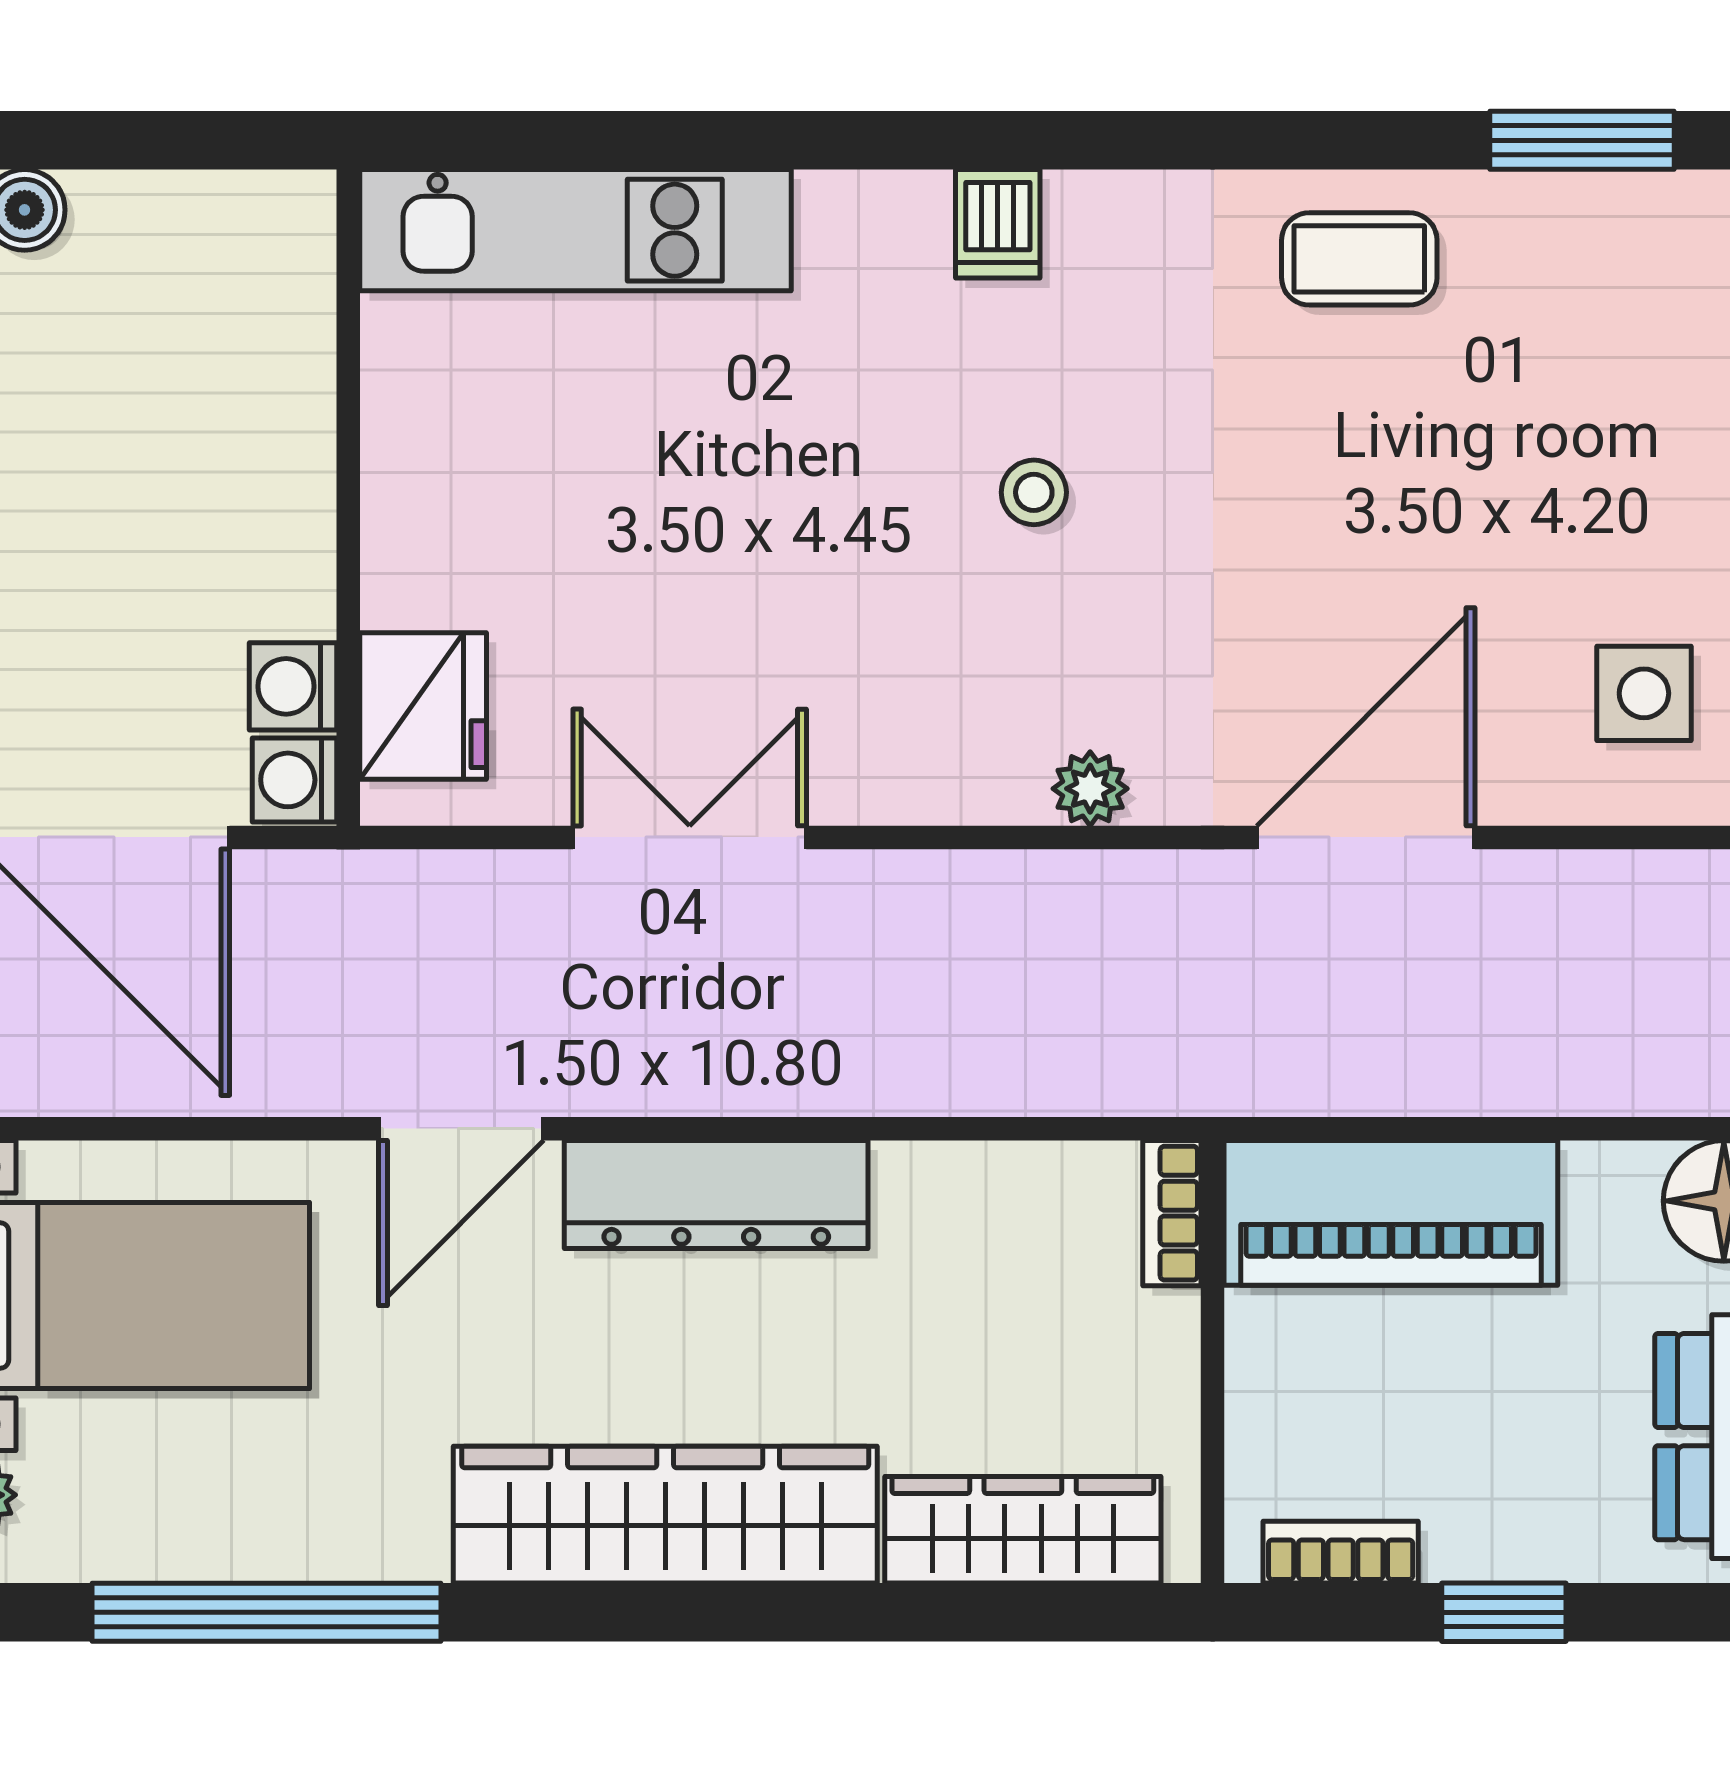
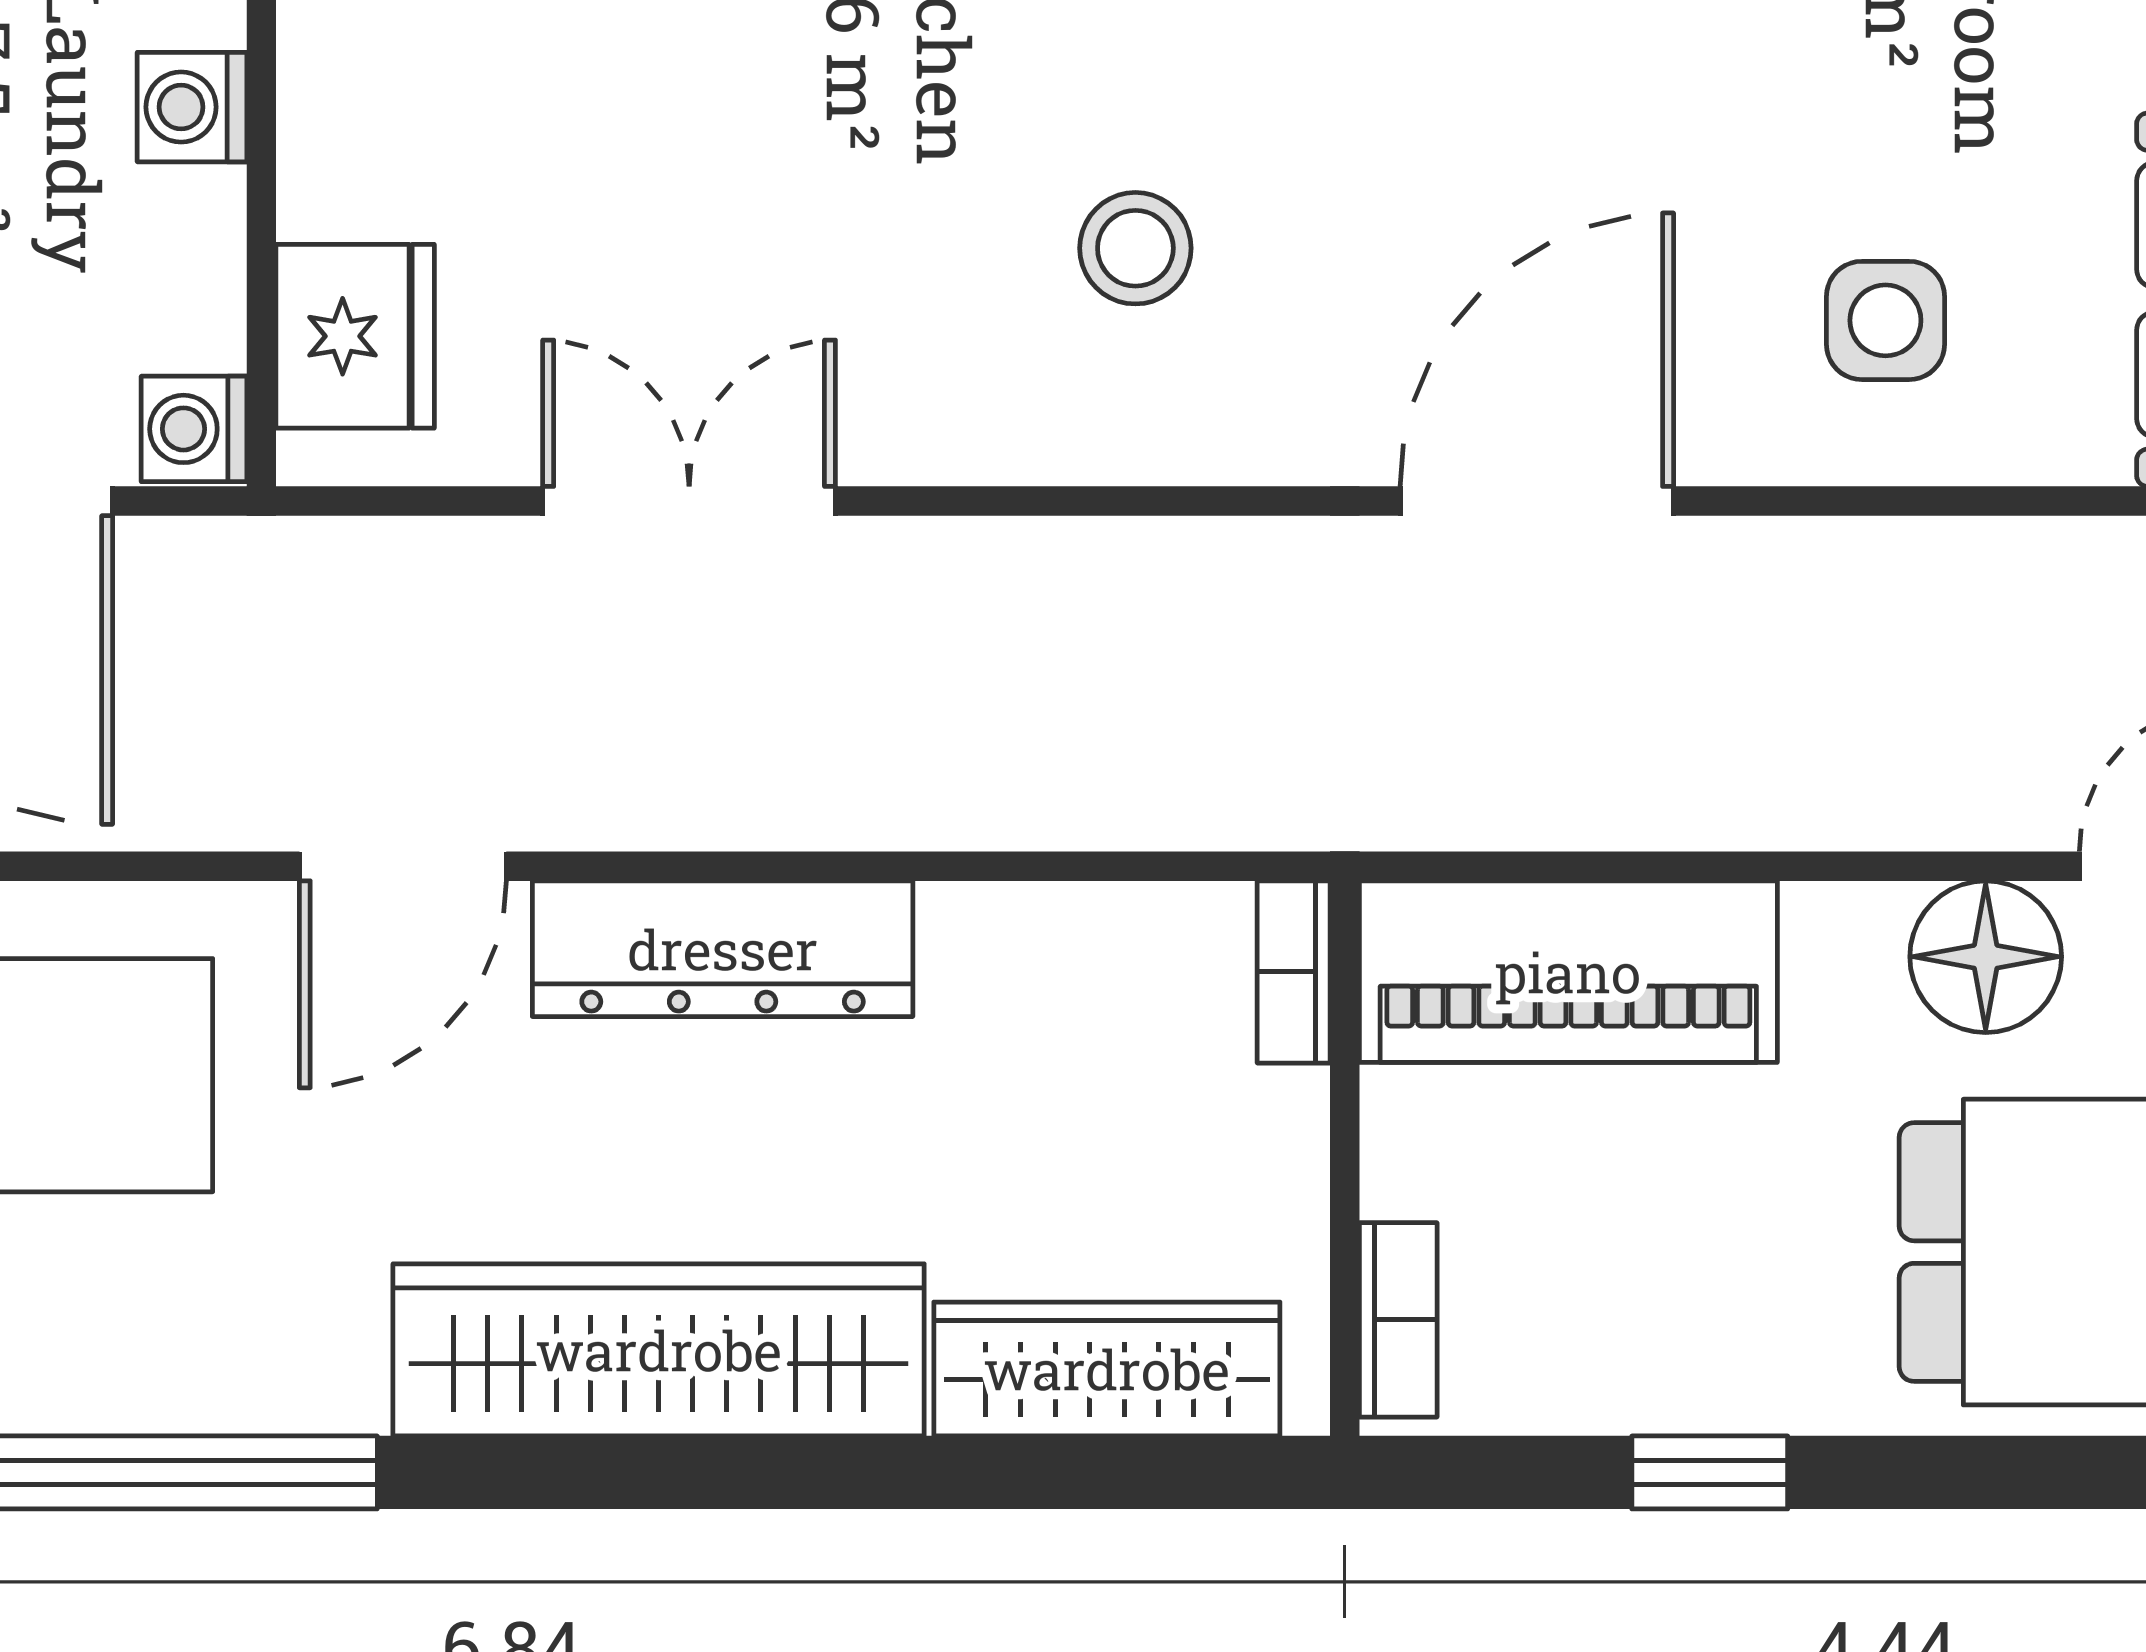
stool: (1034, 492) -> (1135, 248), moved, width x1.37, depth x1.37
washing machine: (293, 686) -> (192, 107), moved
plant: (1090, 789) -> (1191, 440), removed
bookcase: (1341, 1552) -> (1398, 1320), moved, turned 90

